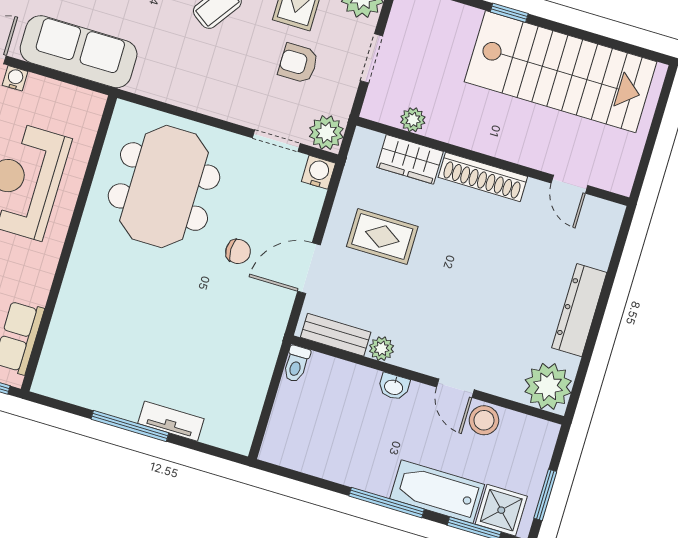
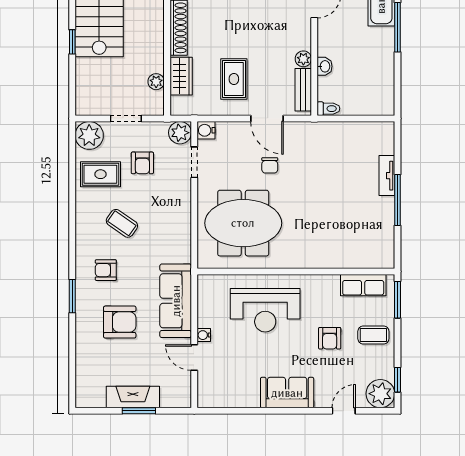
chair: (238, 251) -> (270, 165), turned 180
washbasin: (394, 387) -> (325, 66), moved

